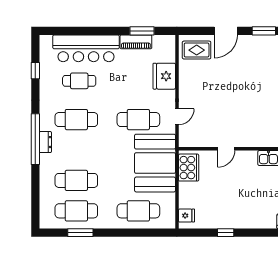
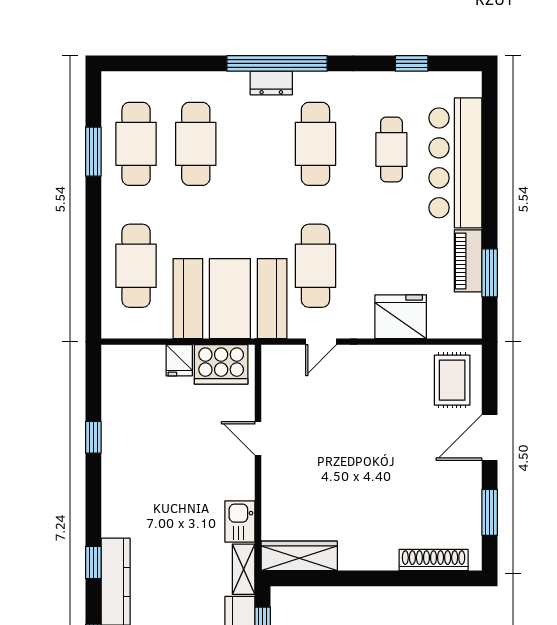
door: (226, 31) -> (490, 437), hinge flipped
door: (177, 117) -> (321, 342), hinge flipped
fridge: (186, 216) -> (179, 360), moved

